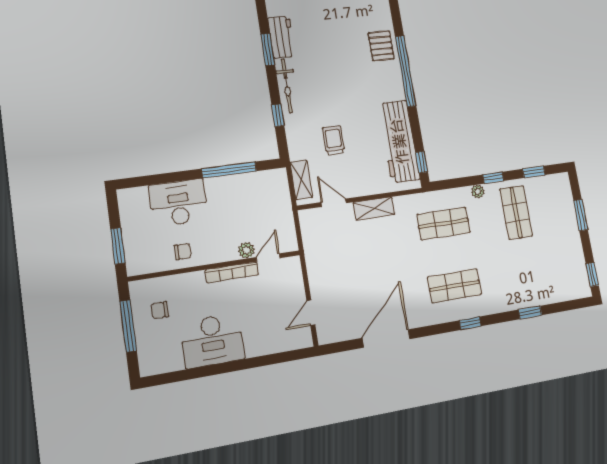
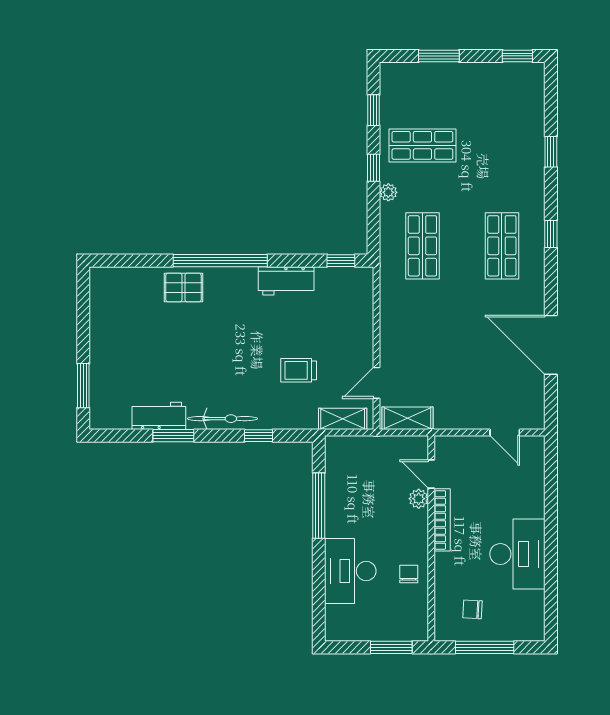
workbench: (399, 141) -> (286, 281), width x0.53, depth x0.76
shelving: (374, 208) -> (408, 418), moved, turned 90
chair: (160, 310) -> (472, 609), turned 93

